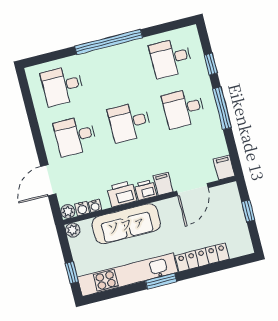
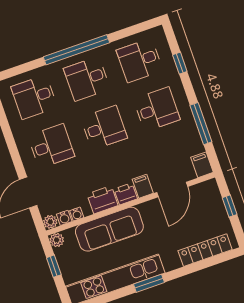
desk: (117, 72) -> (87, 79), added
desk: (184, 108) -> (157, 109), turned 180
window: (222, 108) -> (201, 124), moved
desk: (129, 122) -> (104, 128), turned 180
desk: (75, 136) -> (51, 146), turned 180
locker: (202, 257) -> (205, 250), moved
window: (72, 273) -> (54, 266), moved

